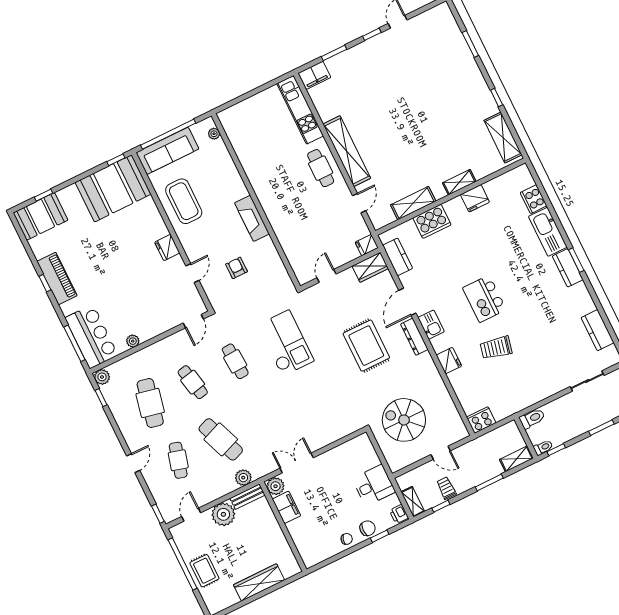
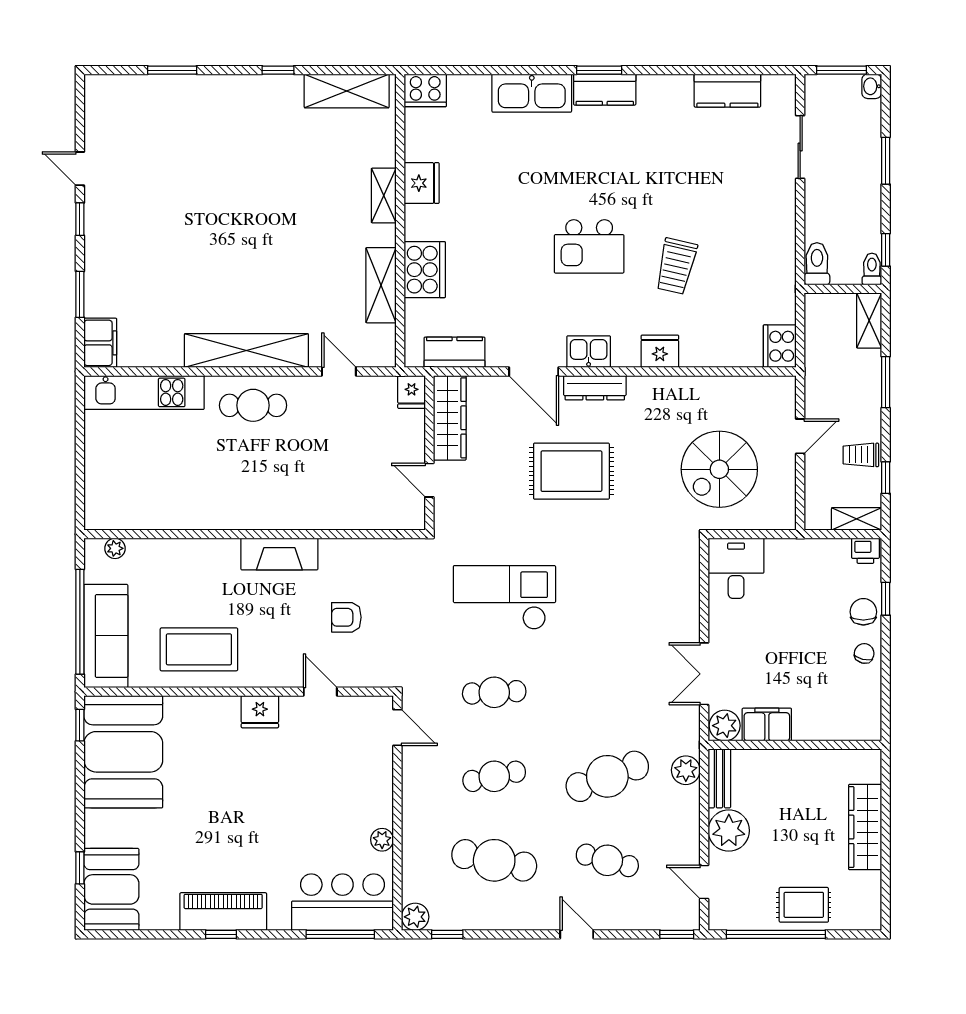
cooker: (534, 199) -> (425, 90), moved
wardrobe: (370, 267) -> (450, 418), width x1.50
desk: (374, 485) -> (736, 568), moved

